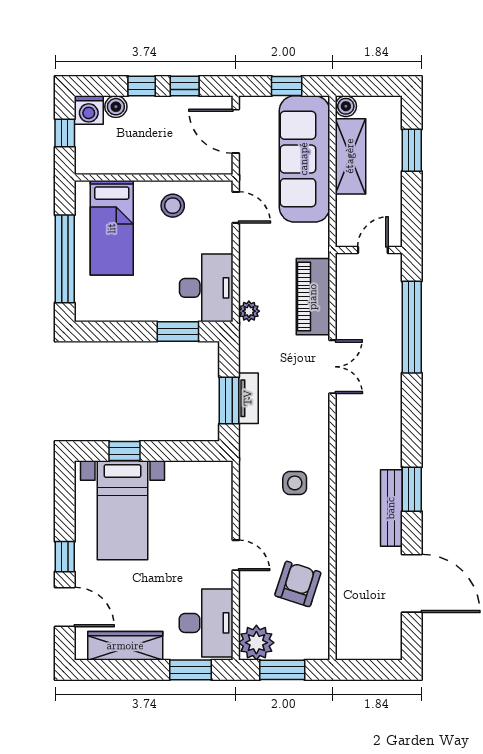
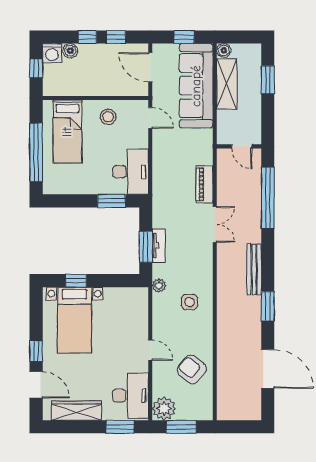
door: (373, 250) -> (242, 146), swing flipped
piano: (313, 297) -> (205, 184), width x0.73, depth x0.75
plant: (249, 311) -> (159, 286), moved
bench: (391, 508) -> (254, 269), moved
armchair: (298, 584) -> (192, 369), turned -69

